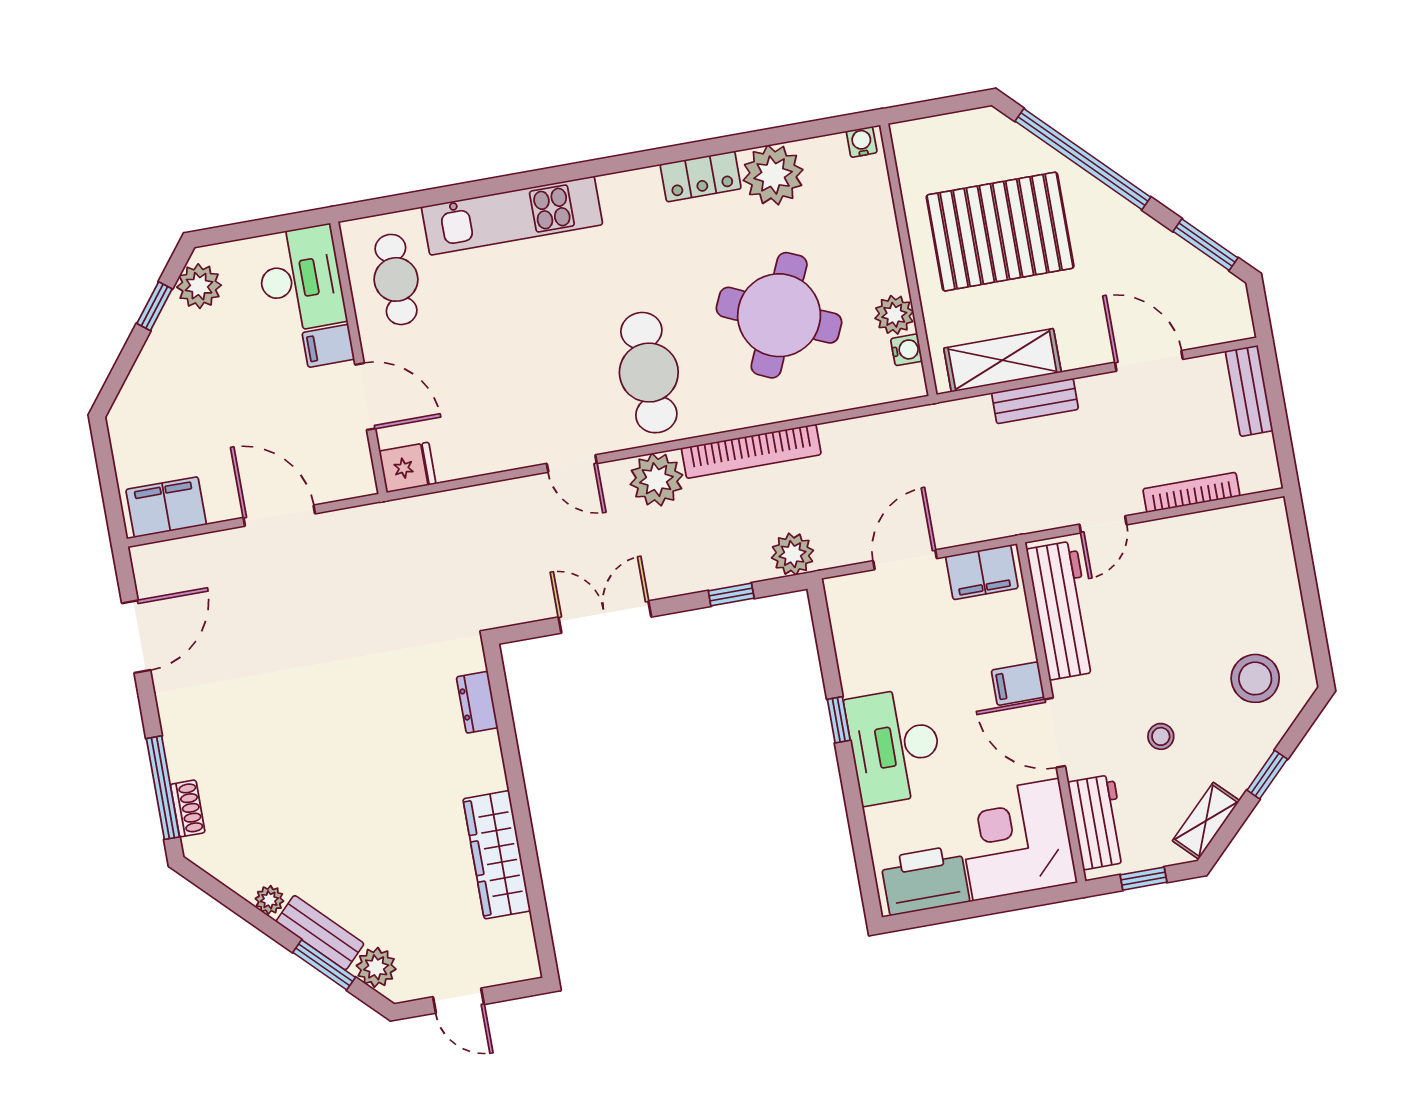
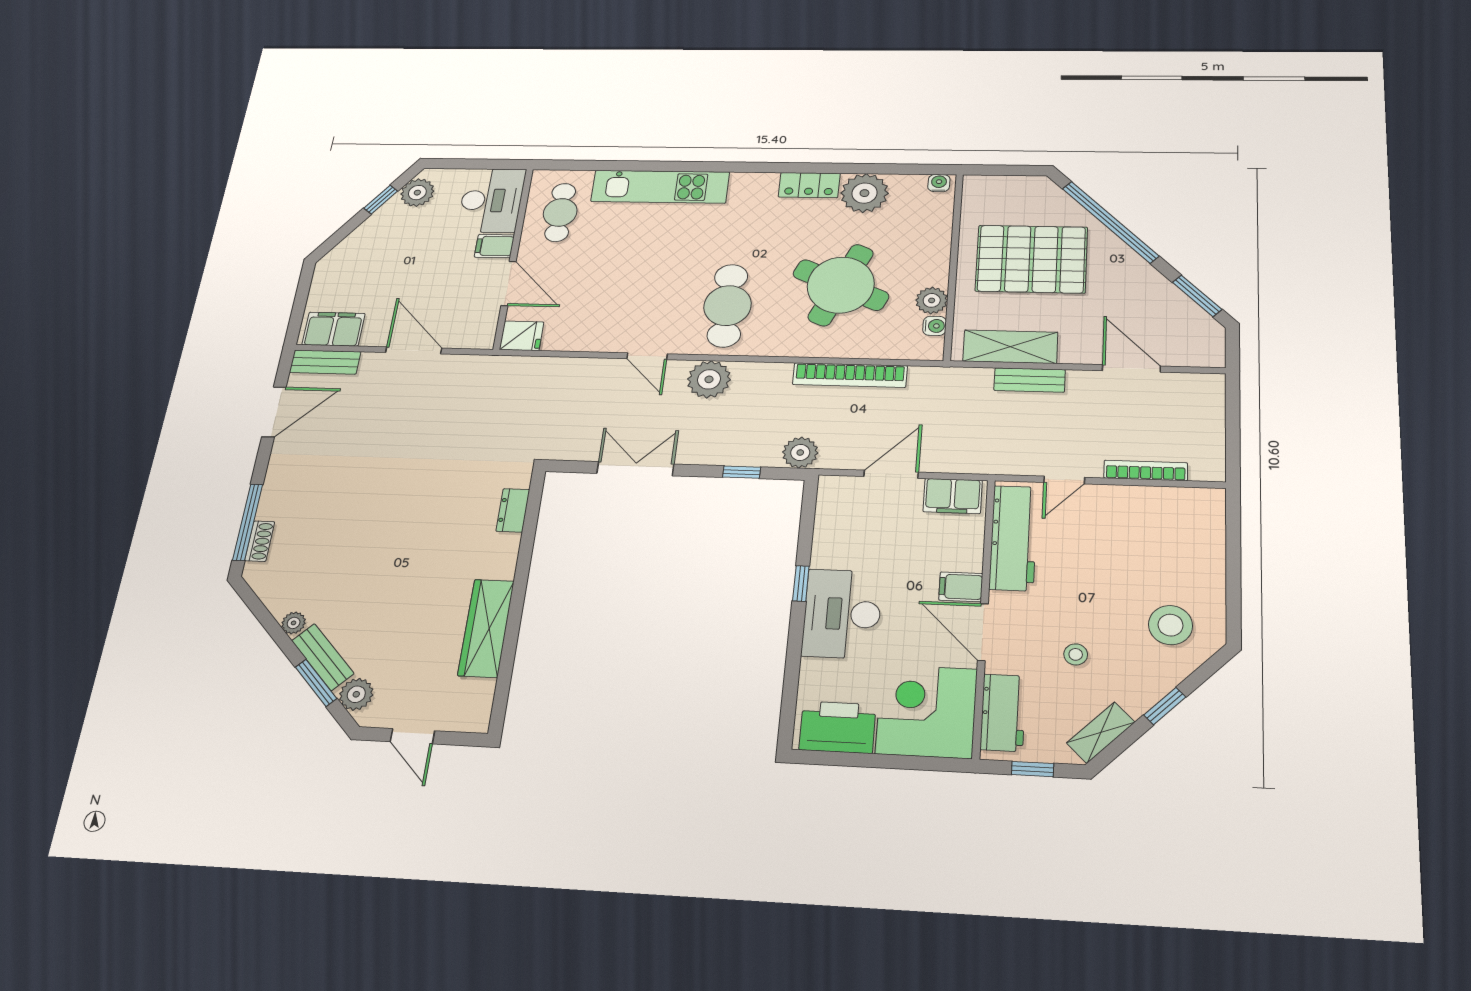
bench: (1249, 391) -> (325, 362), moved, turned 90
bookcase: (751, 451) -> (850, 375), moved

